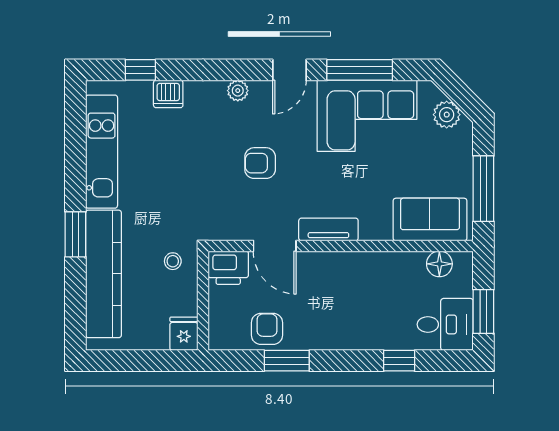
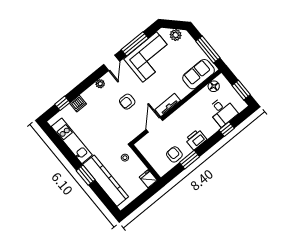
door: (275, 246) -> (154, 125), swing flipped
printer: (228, 268) -> (196, 139), moved, turned 180
desk: (445, 324) -> (222, 111), moved, turned 90

